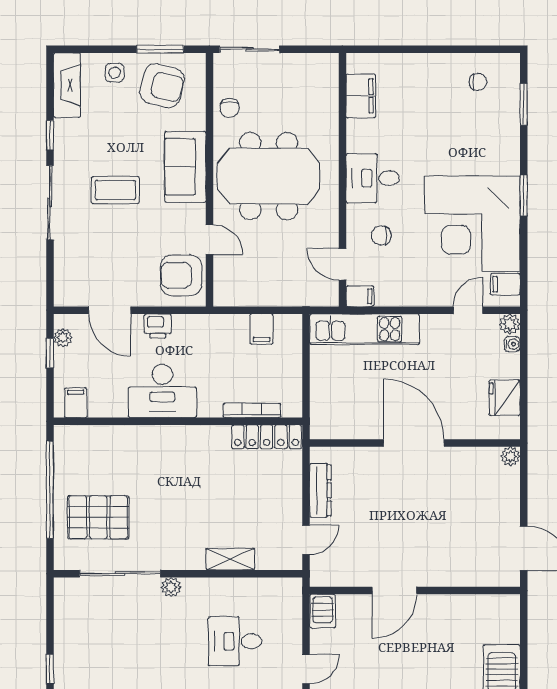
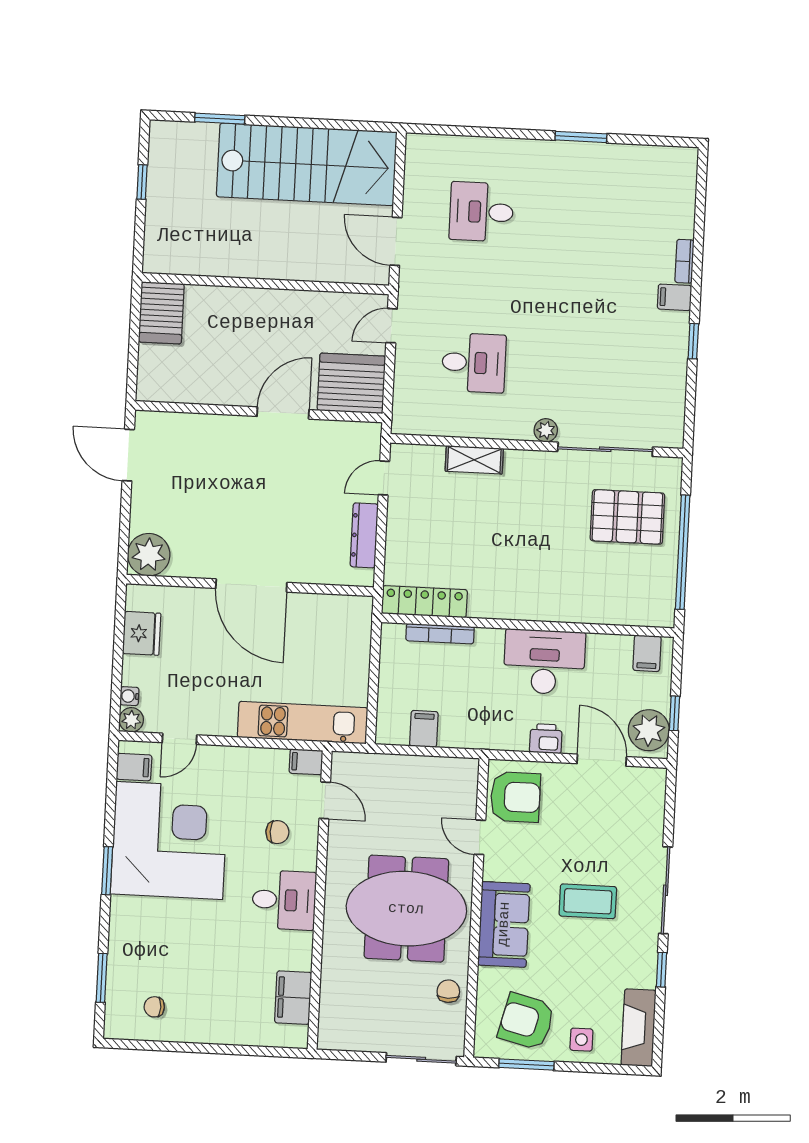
plant: (63, 338) -> (649, 730), width x1.87, depth x1.87
plant: (510, 456) -> (149, 555), width x1.87, depth x1.87
server rack: (323, 611) -> (351, 383), width x2.18, depth x1.44

